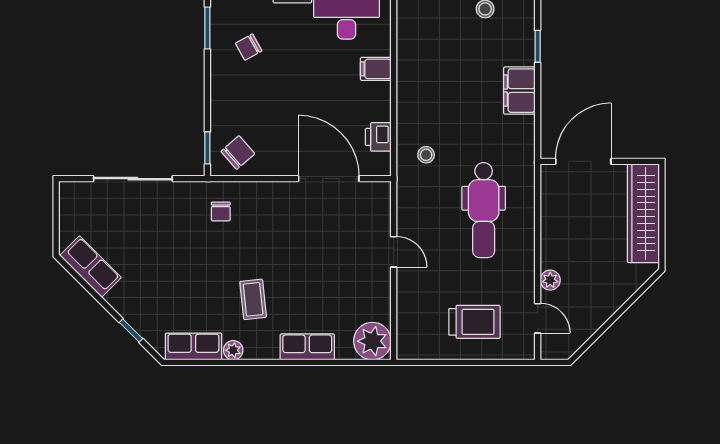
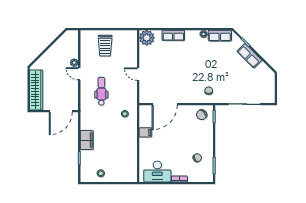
filing cabinet: (376, 69) -> (145, 132), moved
printer: (378, 137) -> (144, 121), removed
door: (329, 179) -> (165, 104), hinge flipped
dental chair: (484, 210) -> (101, 91), width x0.73, depth x0.72
row of seats: (90, 267) -> (249, 56), moved
coffee table: (253, 299) -> (195, 55), removed
door: (538, 318) -> (79, 74), moved
trolley: (474, 322) -> (105, 46), turned -90

